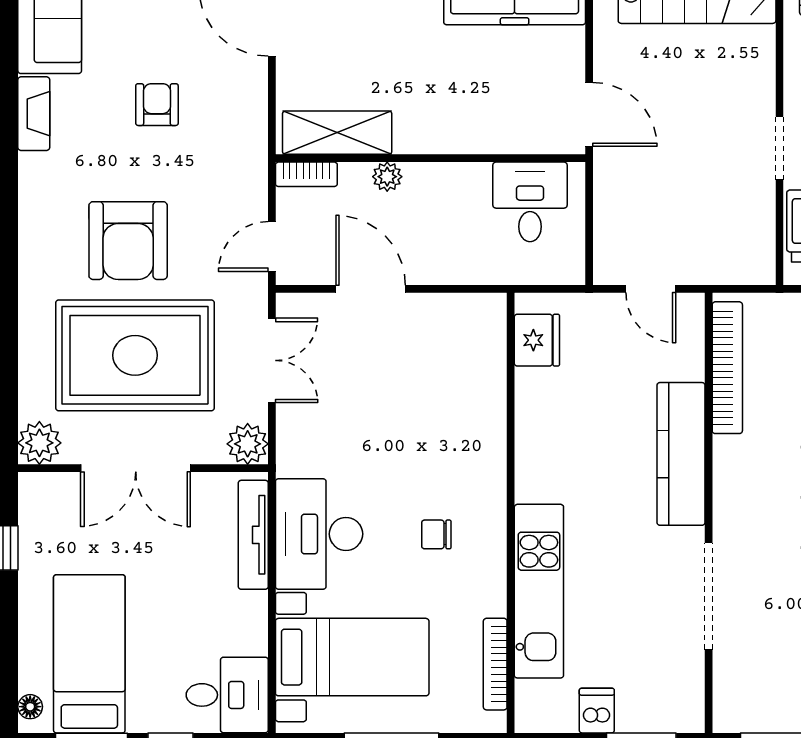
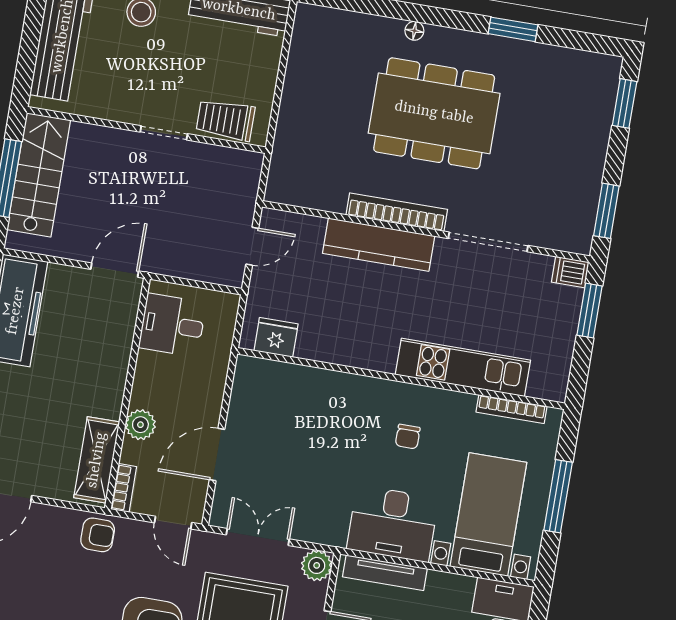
armchair: (157, 105) -> (98, 535), moved, turned 180
plant: (387, 177) -> (140, 425), width x1.38, depth x1.38
bookcase: (727, 368) -> (397, 212), moved
dishwasher: (597, 711) -> (570, 272), moved

